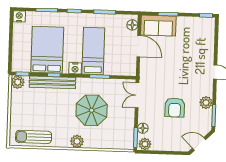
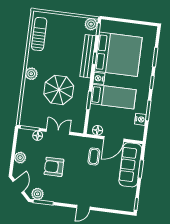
nightstand: (19, 16) -> (140, 119), moved
floor lamp: (132, 25) -> (98, 130), moved
sofa: (158, 26) -> (130, 165), width x1.36
bed: (47, 50) -> (118, 54), width x1.36
coffee table: (159, 66) -> (94, 156), added
double door: (137, 95) -> (58, 132), moved
plant: (206, 103) -> (38, 194), moved
plant: (145, 144) -> (20, 158), moved

